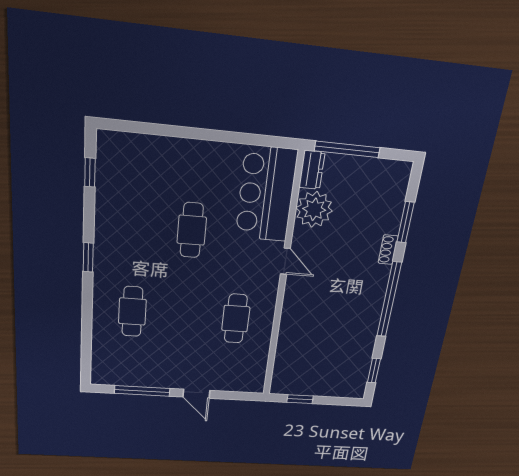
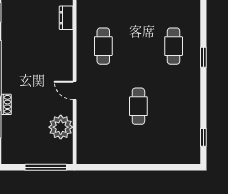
dresser: (312, 170) -> (66, 18), moved
bar counter: (266, 194) -> (93, 134), removed
window: (88, 257) -> (203, 57), moved

